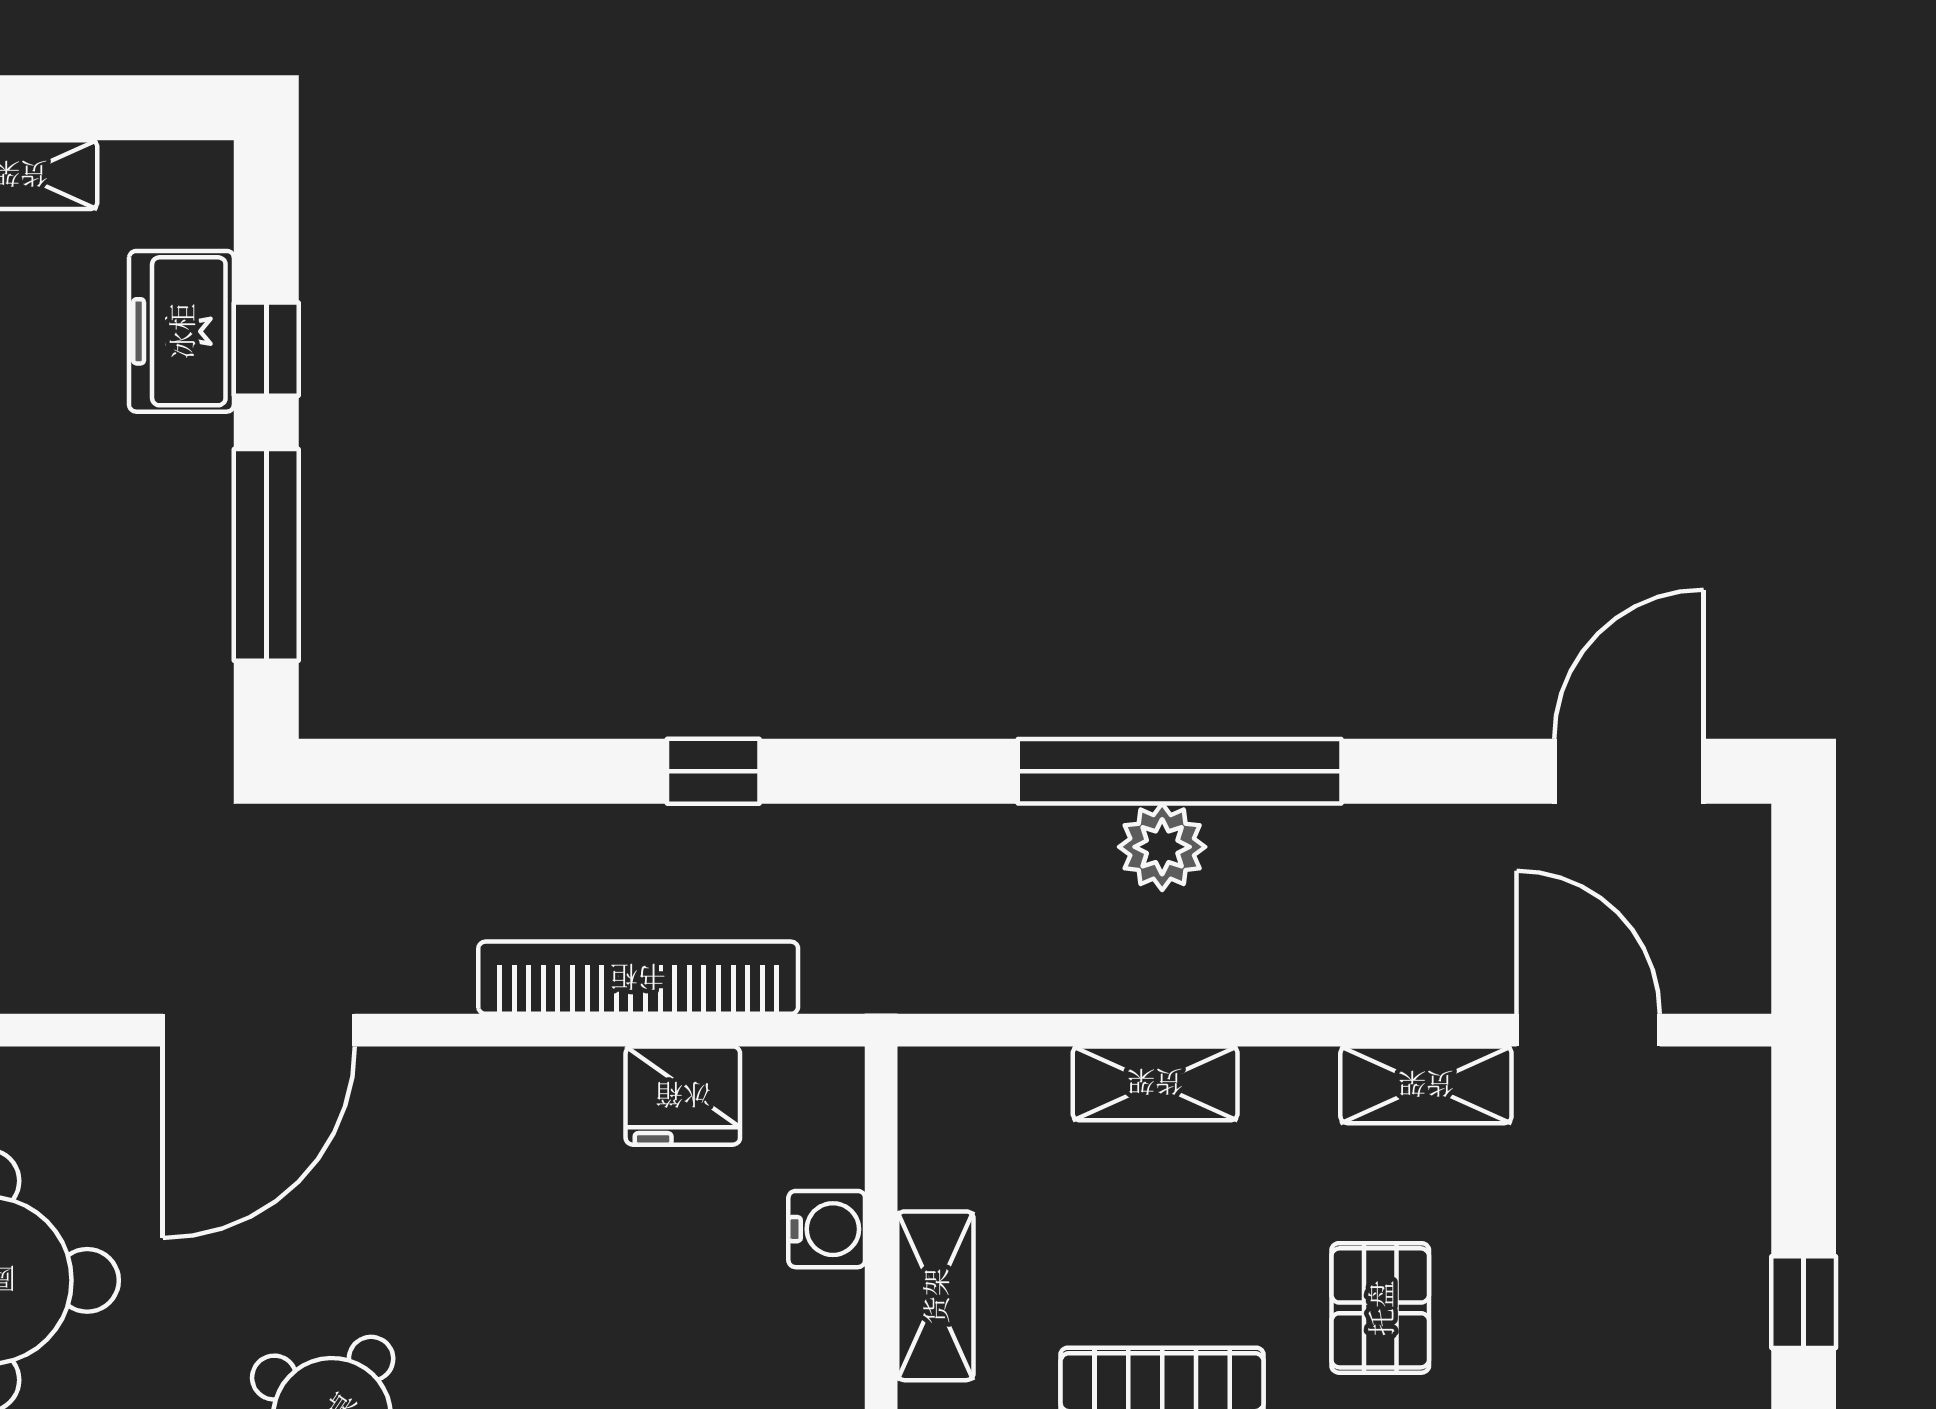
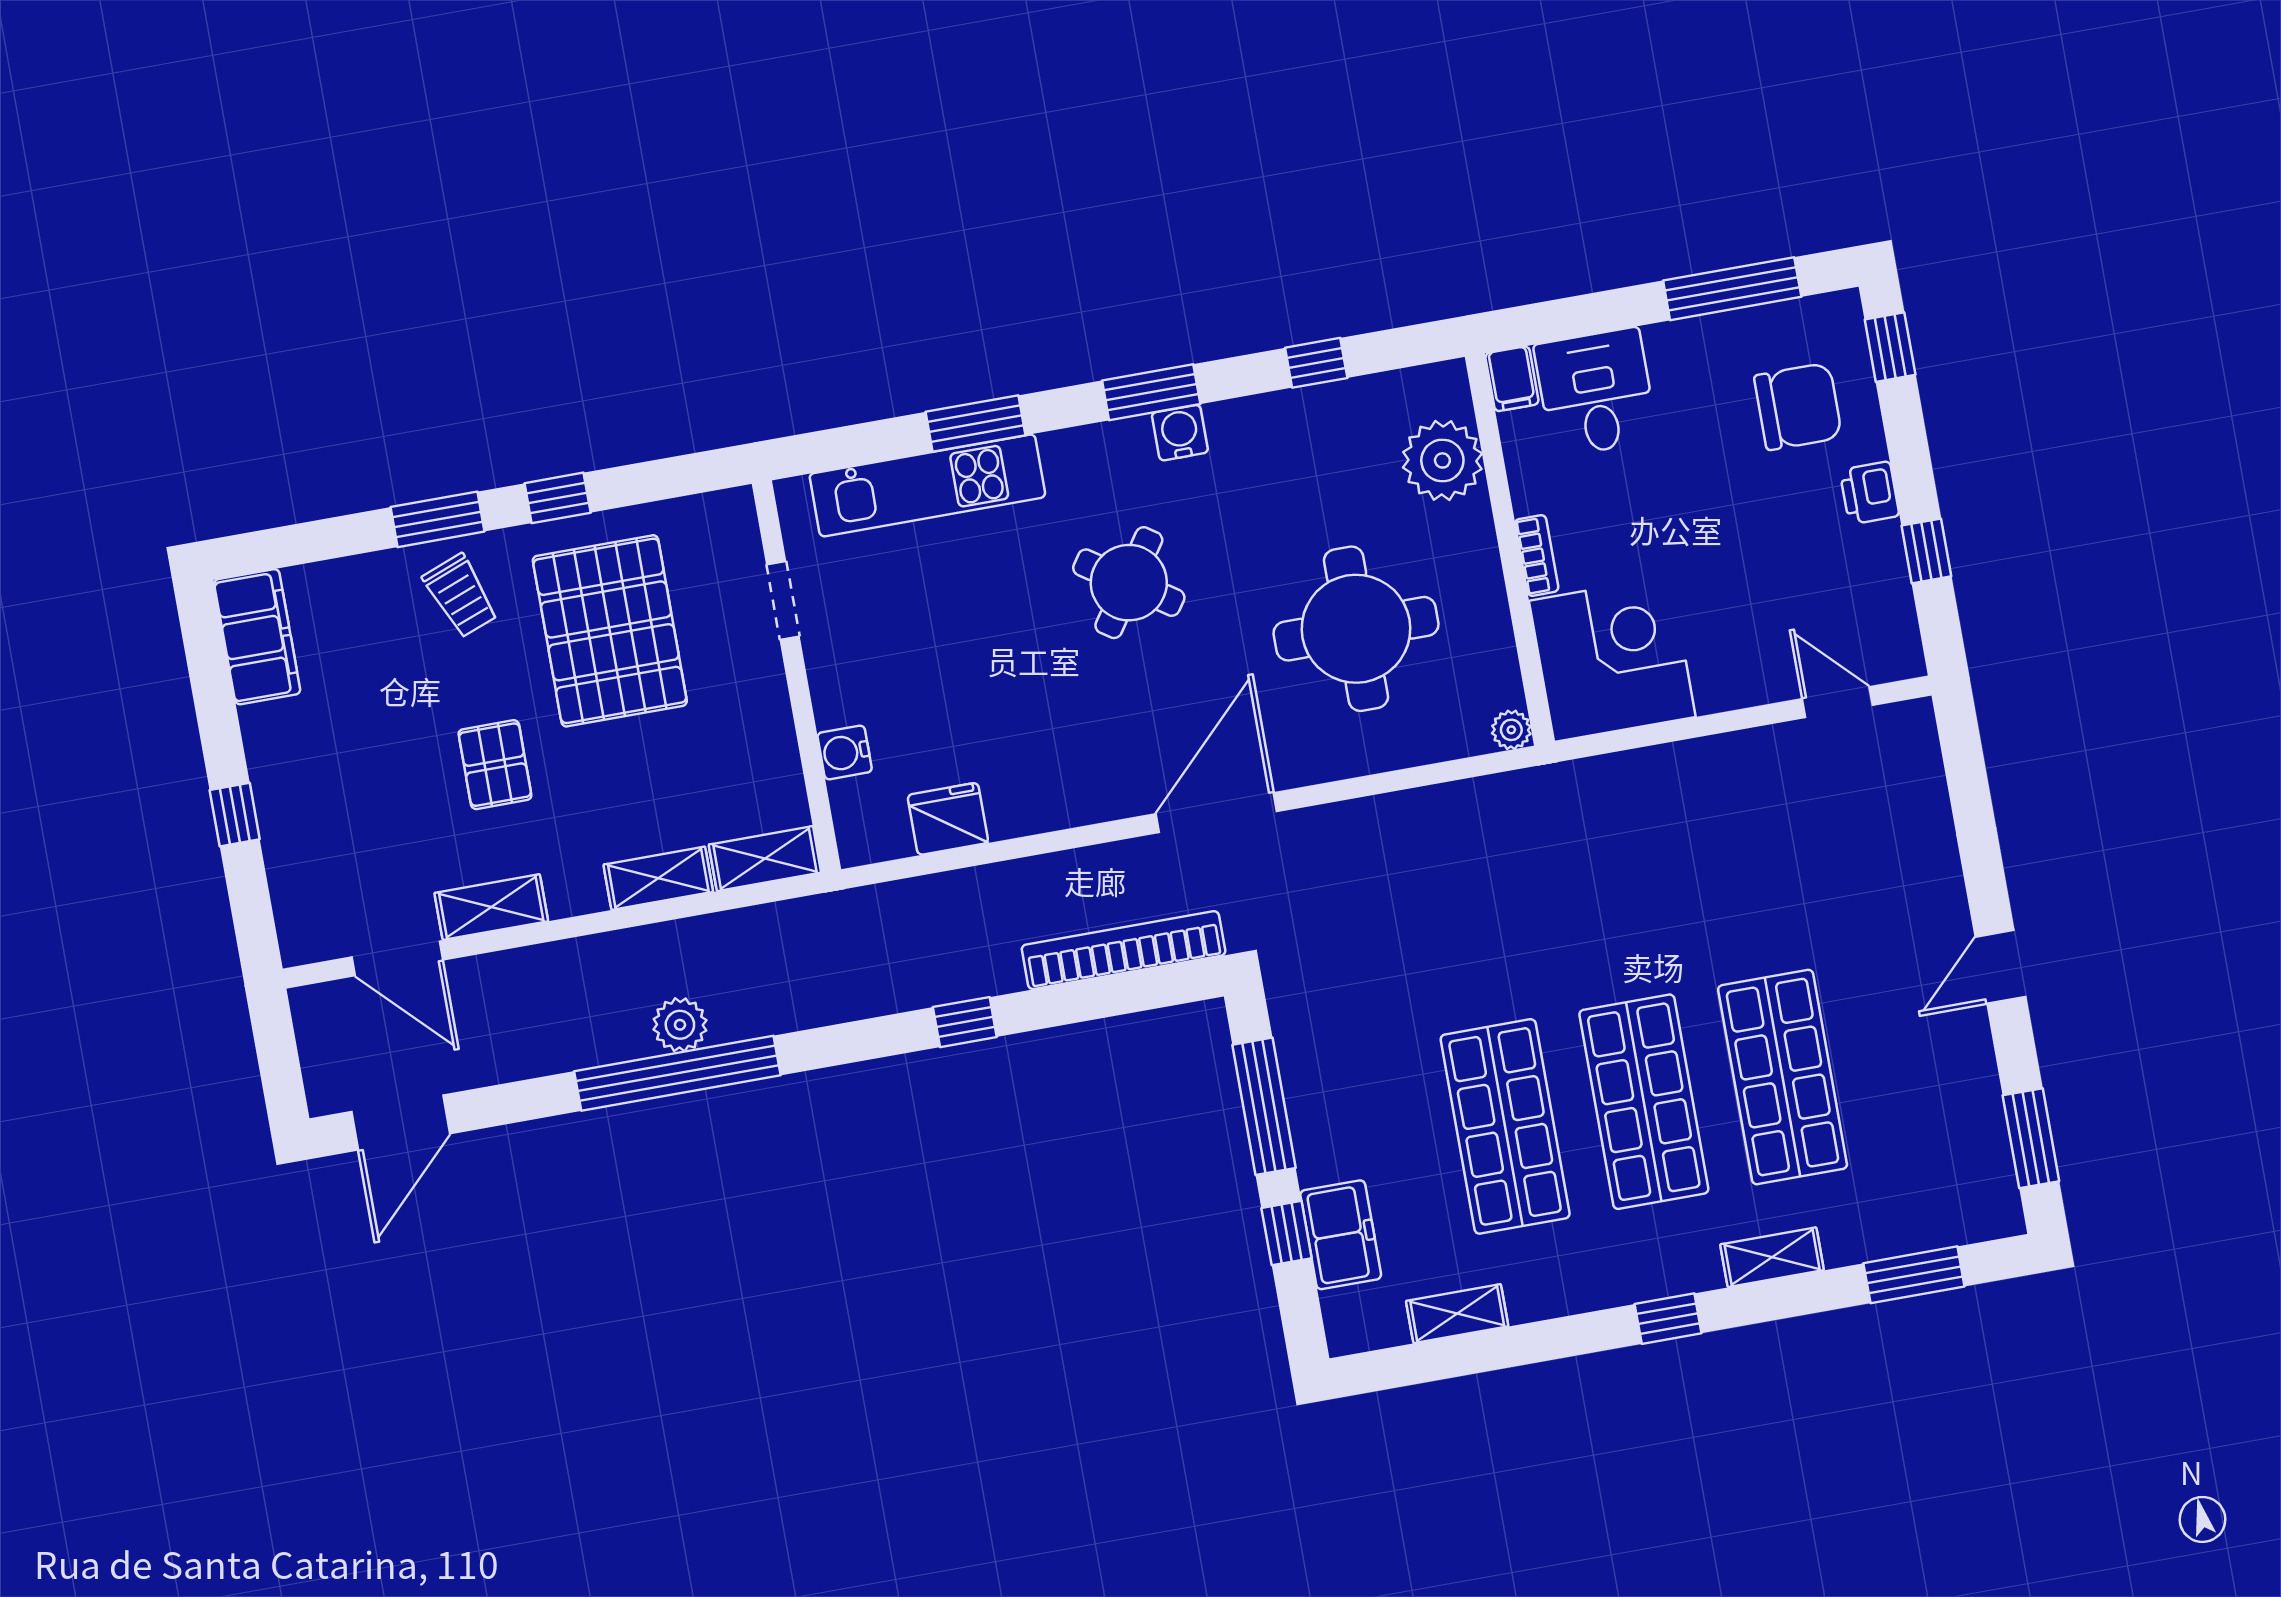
bookcase: (638, 978) -> (1124, 950), moved, turned 180
shelving: (935, 1296) -> (765, 859), moved, turned 90

